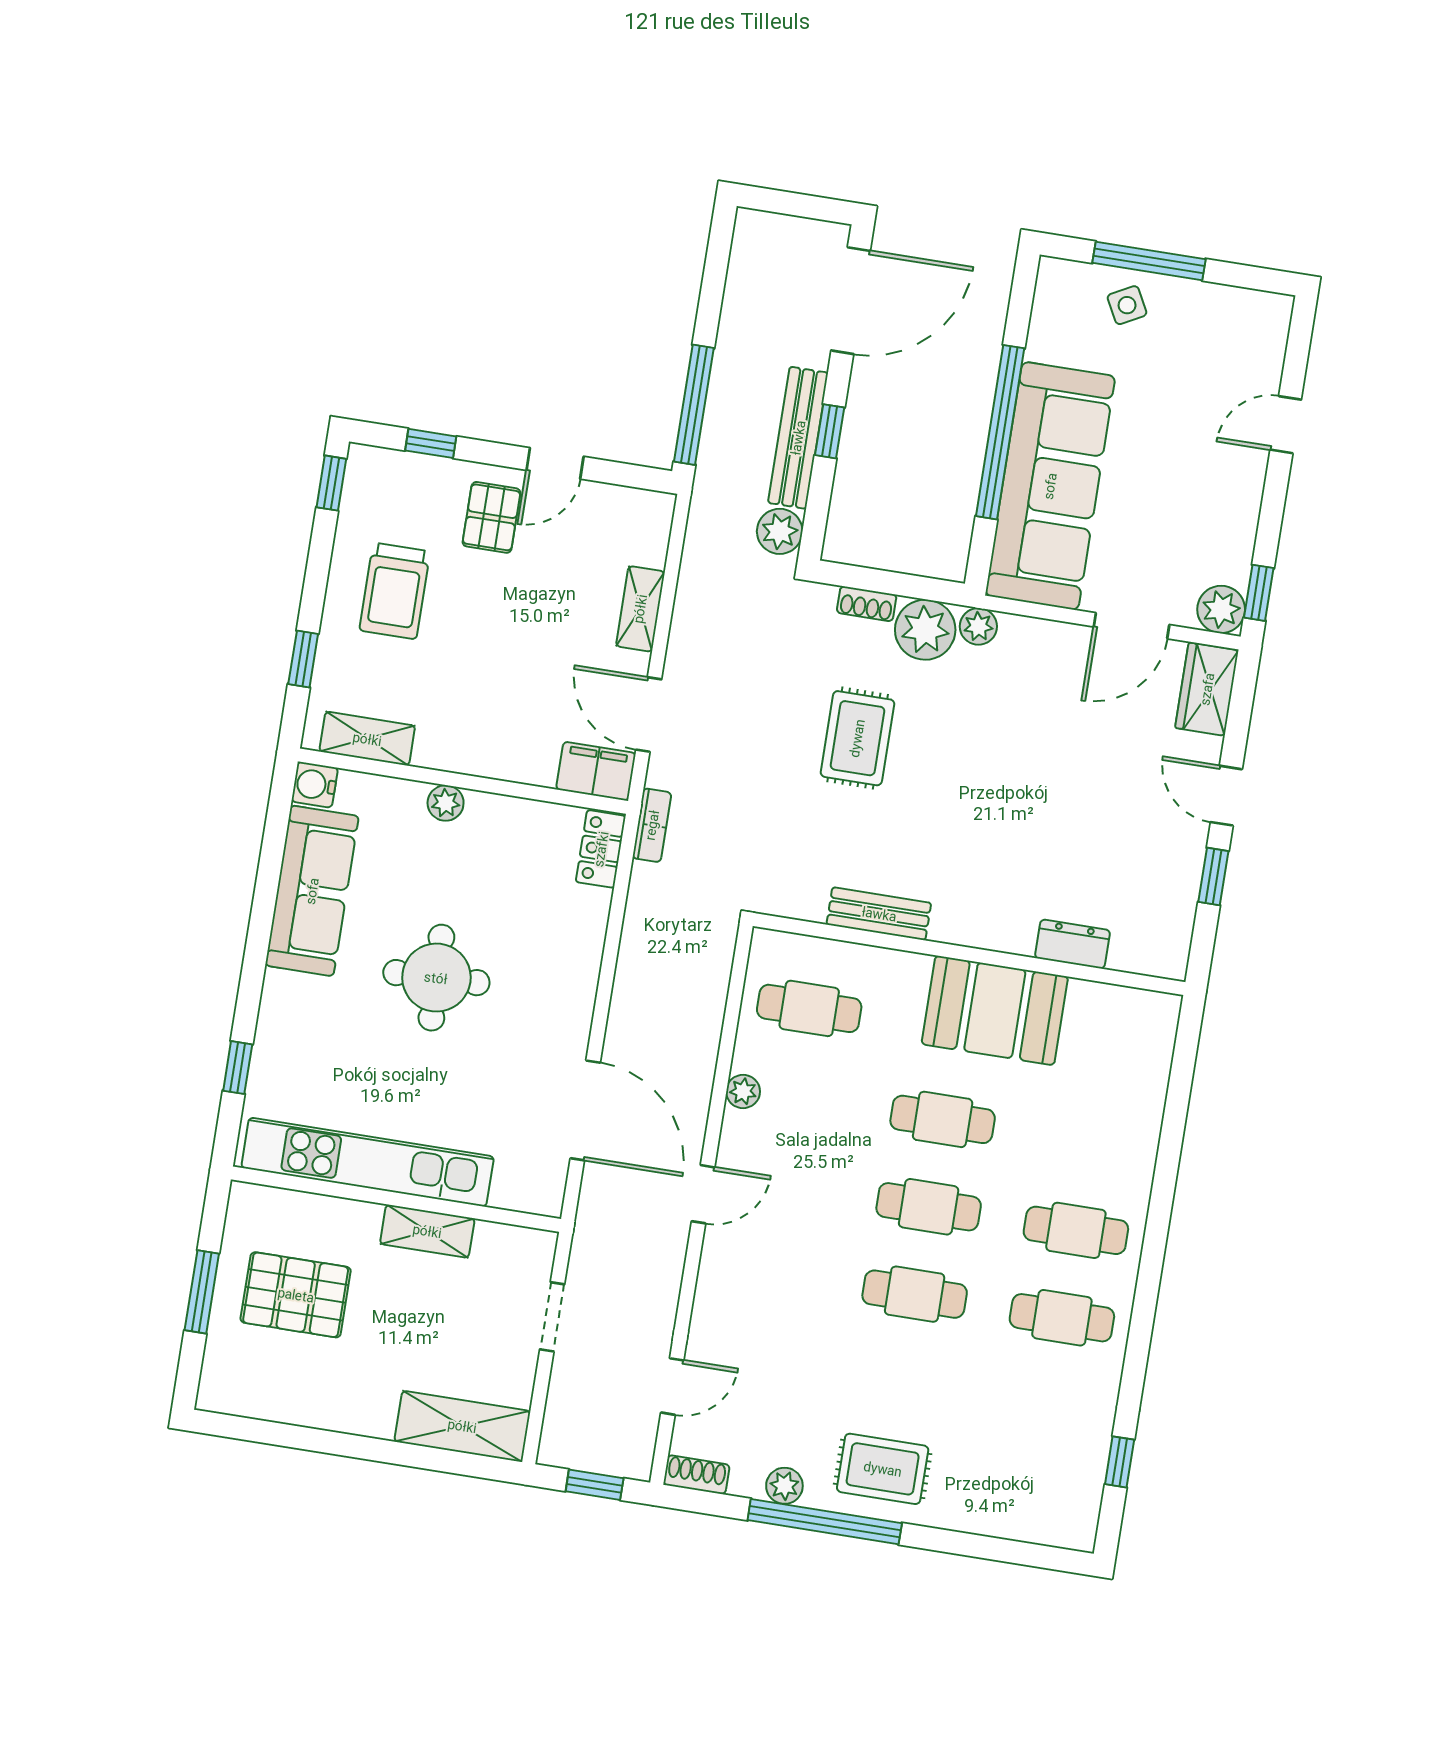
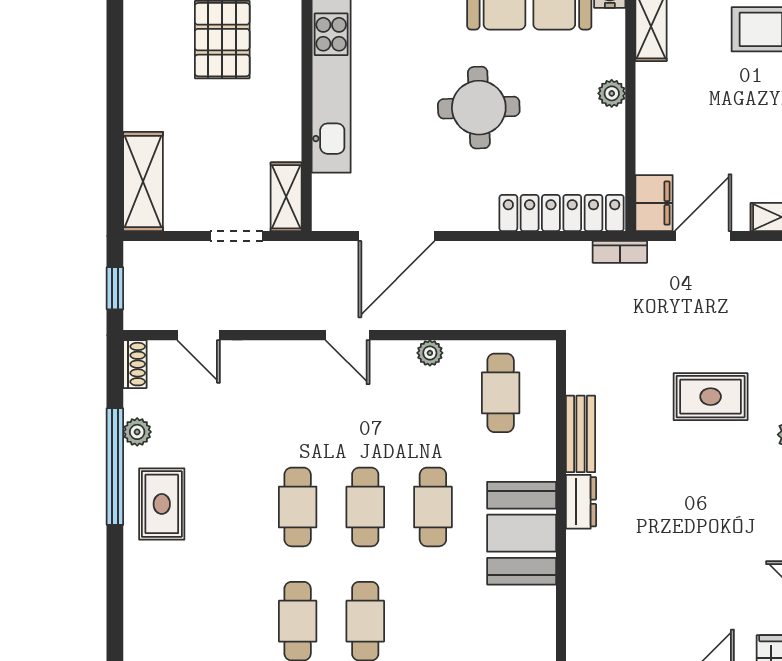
locker: (601, 849) -> (562, 213), width x2.16, depth x1.21
dresser: (1072, 944) -> (581, 502), moved
shelving: (427, 1231) -> (286, 197), moved

